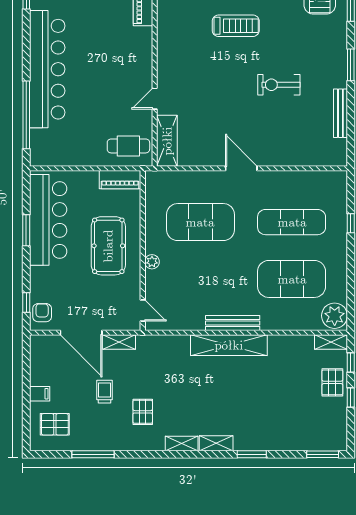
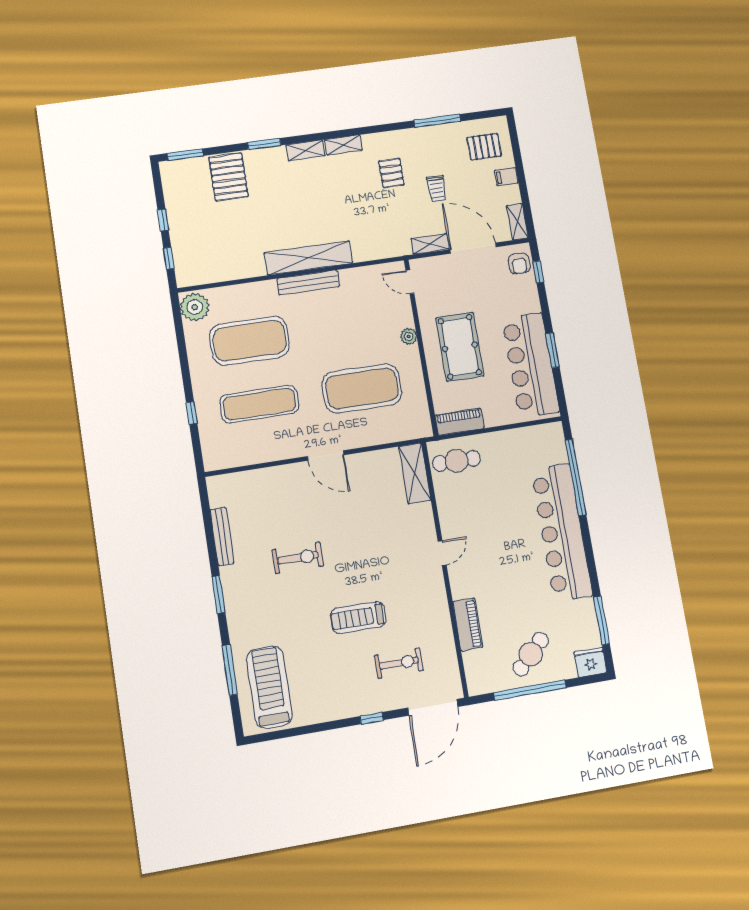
door: (155, 99) -> (442, 553), moved
shelving: (331, 342) -> (517, 222), moved, turned 90
pallet: (332, 382) -> (228, 177), moved, width x1.50, depth x1.42

